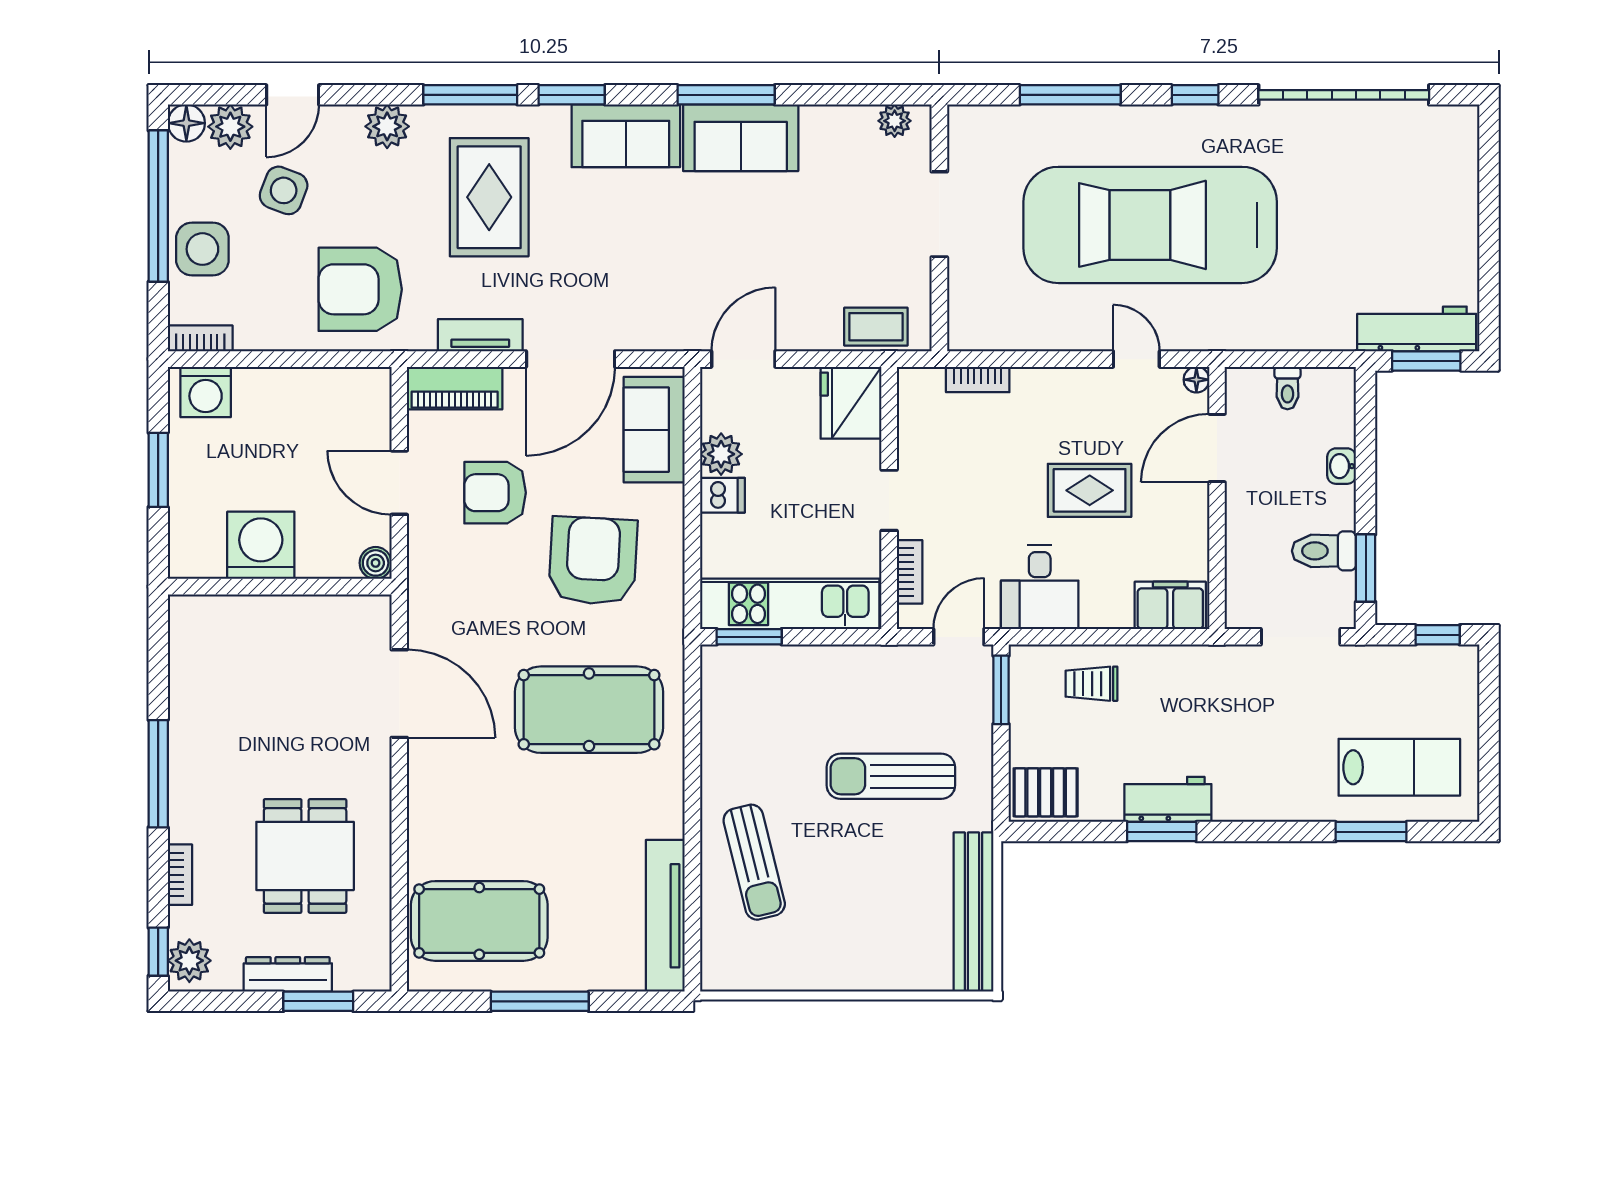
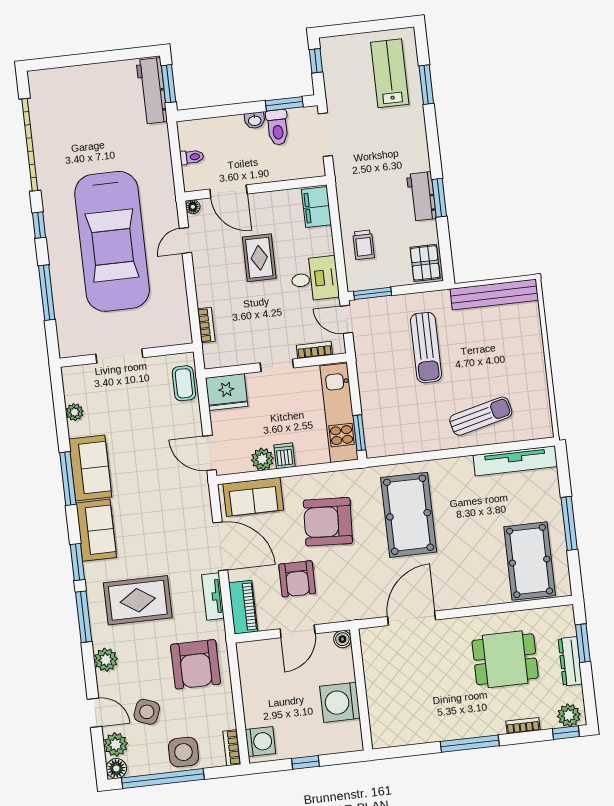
plant: (895, 121) -> (74, 412), moved
washbasin: (1342, 466) -> (255, 120), moved
window: (158, 470) -> (306, 762), width x0.67

